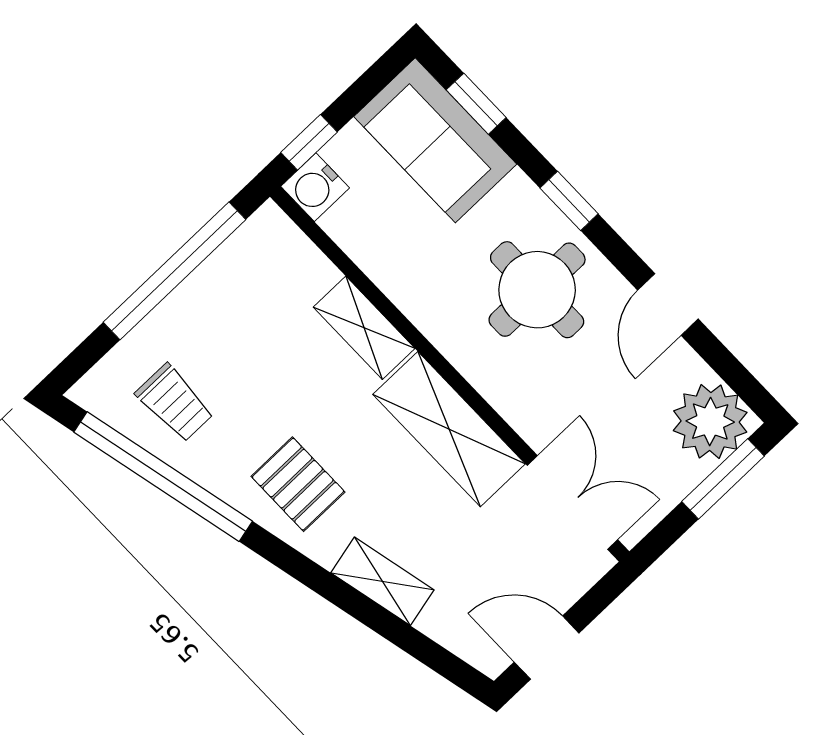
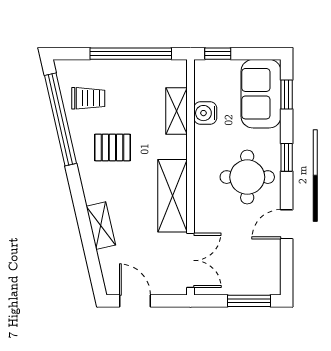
water cooler: (315, 187) -> (205, 113), moved
shelving: (364, 328) -> (176, 111), moved
trolley: (175, 403) -> (88, 98), turned -90
plant: (710, 422) -> (263, 277), removed
pallet: (298, 484) -> (112, 147), moved, turned 90

